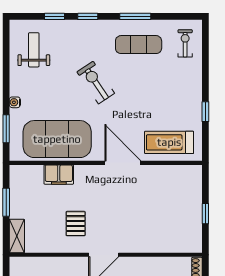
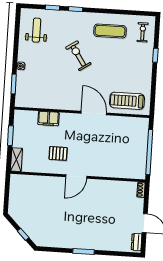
window: (135, 16) -> (109, 11), removed
window: (205, 112) -> (155, 55), moved
exercise mat: (57, 139) -> (49, 94), removed
window: (205, 214) -> (149, 152), width x3.17
pallet: (76, 224) -> (58, 153), turned 90

